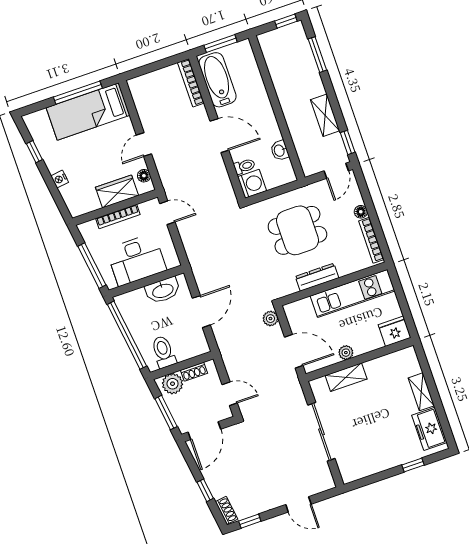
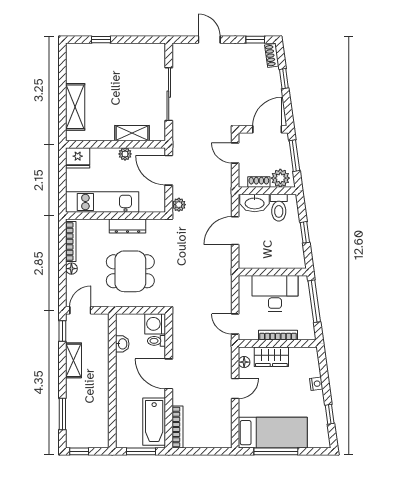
washbasin: (163, 290) -> (255, 203), moved, turned 180
window: (127, 335) -> (305, 232), width x0.32
shelving: (421, 392) -> (75, 107), width x1.50, depth x1.33
freezer: (429, 429) -> (77, 65), removed

